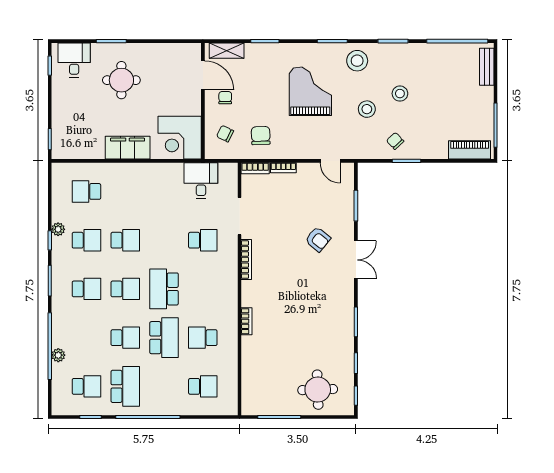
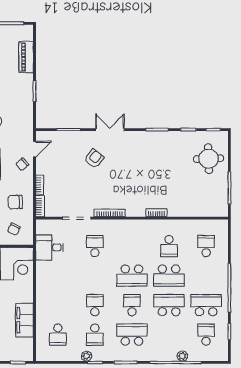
chair: (395, 141) -> (22, 164), moved
filing cabinet: (128, 148) -> (24, 320), moved
piano: (470, 150) -> (26, 57), moved
school desk: (86, 240) -> (95, 335), turned 180
school desk: (86, 289) -> (132, 335), width x1.85
school desk: (125, 338) -> (169, 305), width x1.85
school desk: (164, 338) -> (169, 276), turned 180

